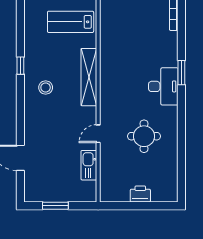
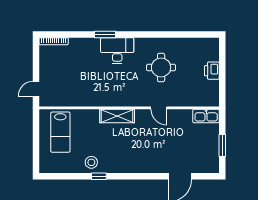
shelving: (89, 77) -> (117, 116), width x0.68
stool: (46, 87) -> (91, 162), moved
kitchen sink: (89, 165) -> (206, 116), moved

